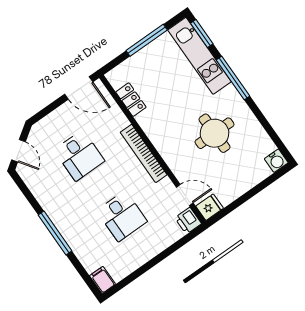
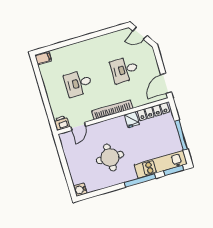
locker: (131, 100) -> (153, 111), width x1.53
fridge: (210, 207) -> (132, 120), moved
window: (55, 233) -> (82, 39), removed

